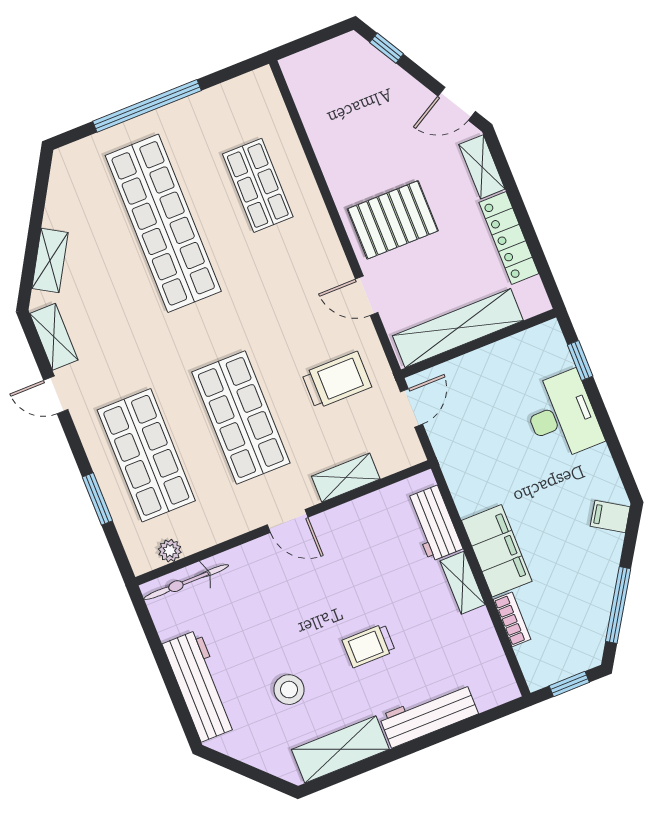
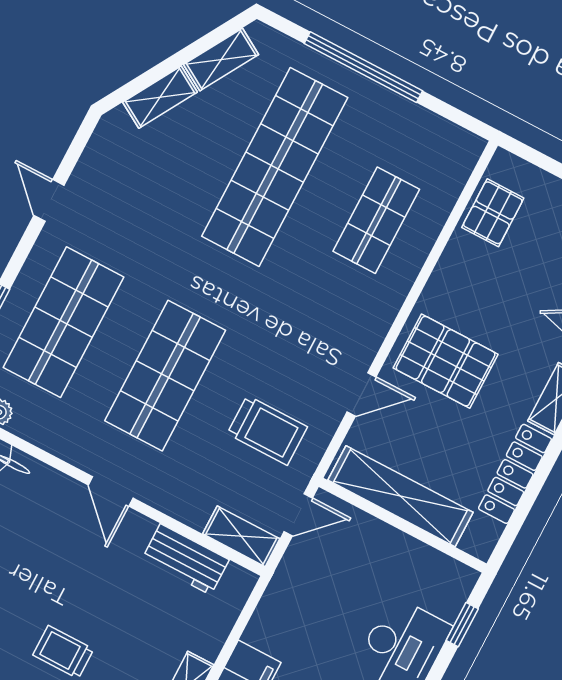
pallet: (320, 103) -> (493, 213), added
door: (367, 296) -> (362, 394), swing flipped
shelving: (54, 337) -> (221, 59), moved, turned 31
shelving: (346, 478) -> (241, 536), moved
workbench: (434, 524) -> (186, 559), moved, turned -90

